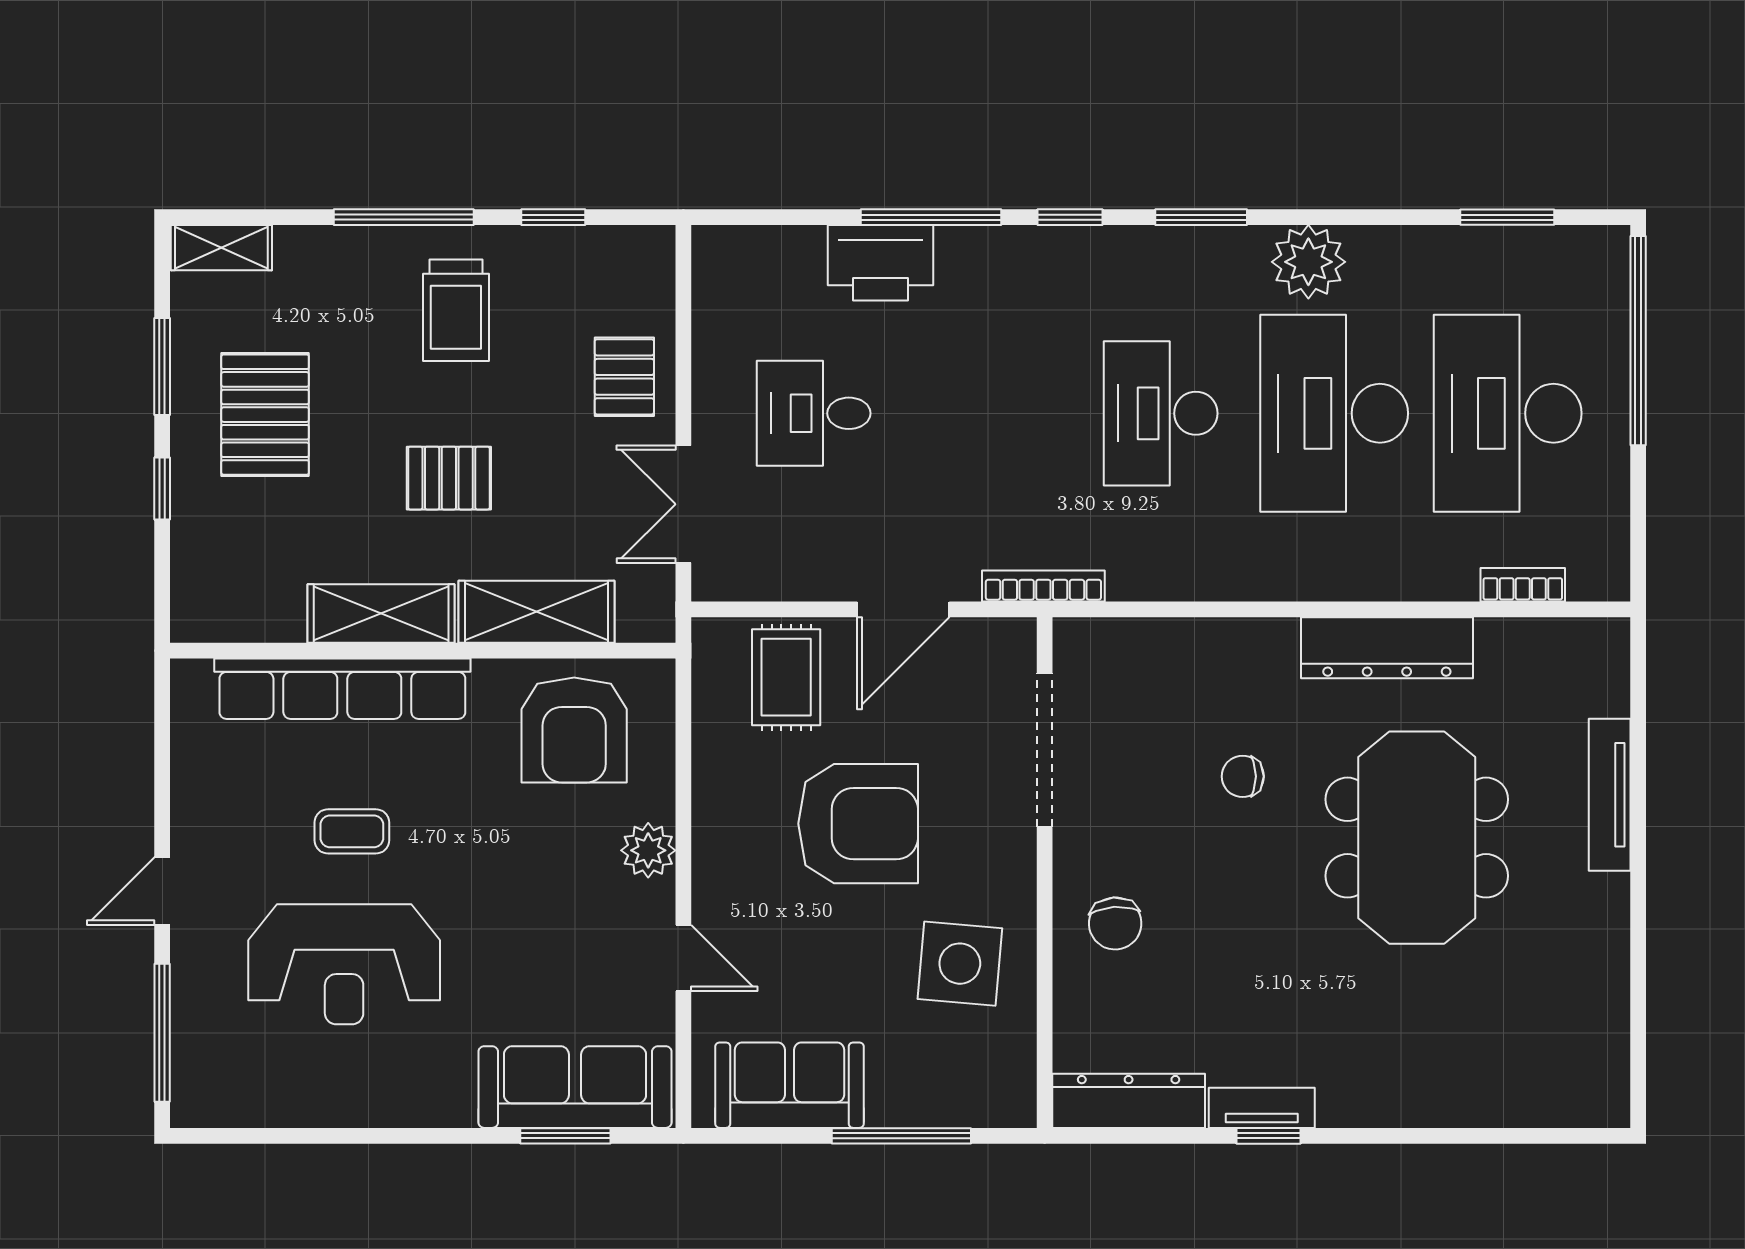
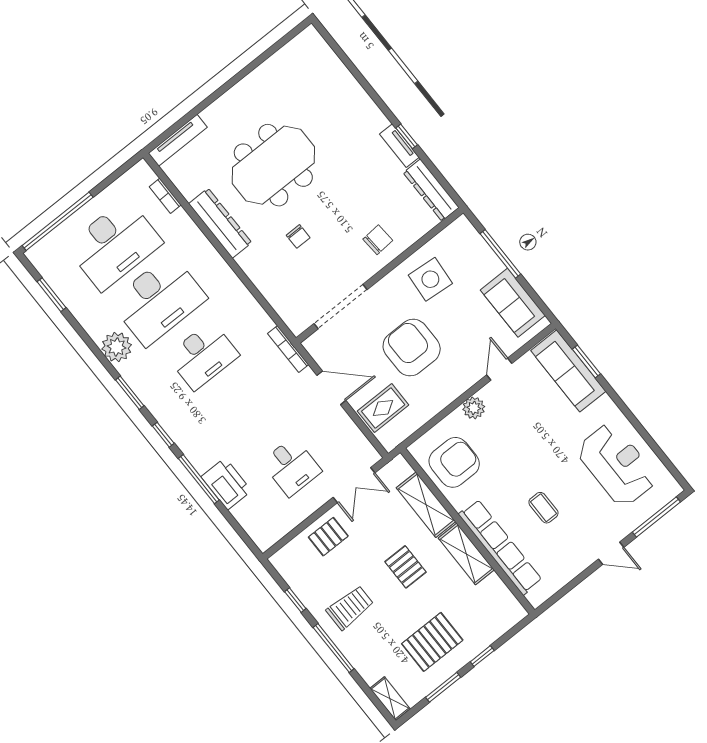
tv unit: (1610, 795) -> (178, 140), moved
reception desk: (344, 964) -> (617, 465), moved

